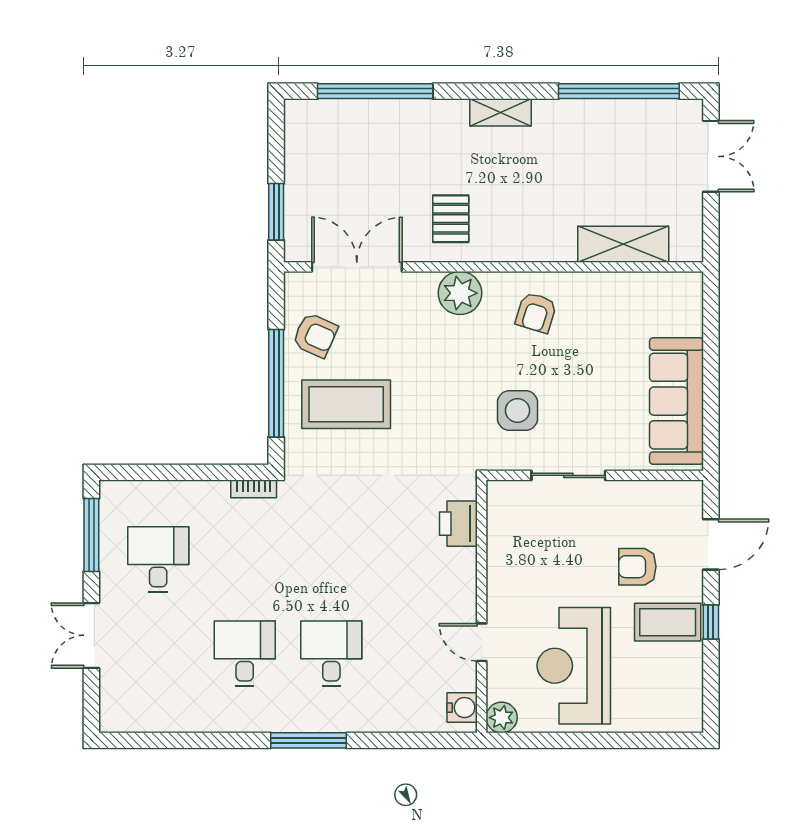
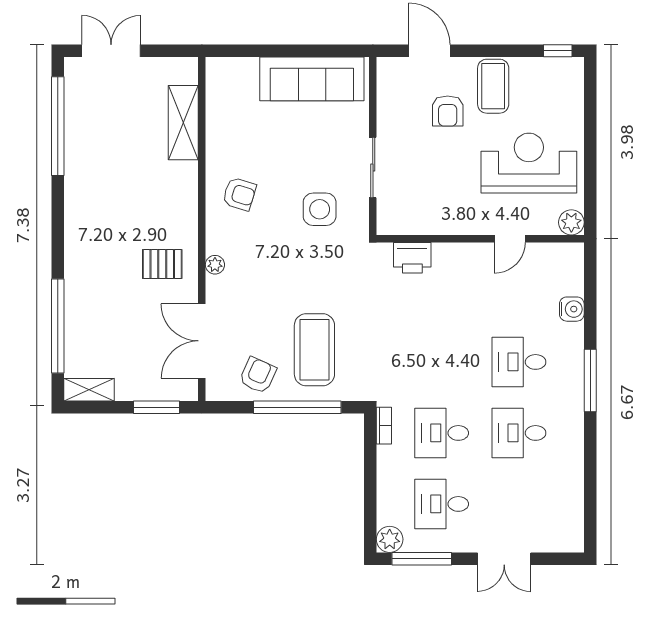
shelving: (501, 112) -> (89, 390), moved, turned 90
plant: (460, 293) -> (215, 265), width x0.53, depth x0.53
plant: (115, 496) -> (390, 539), added
desk: (245, 559) -> (442, 433), added
window: (711, 622) -> (558, 51), moved
reception desk: (574, 666) -> (529, 163), turned 180
water cooler: (462, 708) -> (572, 309), moved, turned 90

